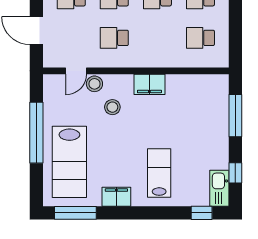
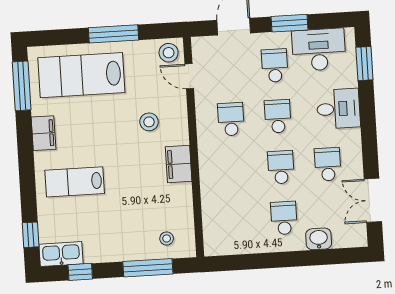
school desk: (200, 38) -> (237, 221), removed
stool: (94, 84) -> (169, 53), moved
stool: (212, 98) -> (167, 238), added
window: (36, 133) -> (113, 34), width x0.68
lab bench: (159, 173) -> (75, 182), turned 180

